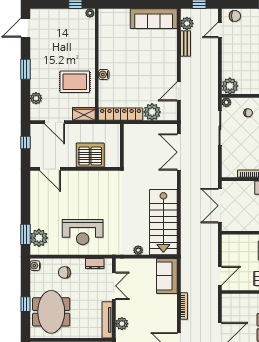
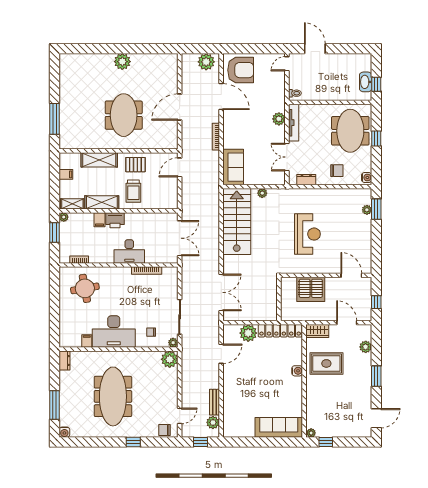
sofa: (154, 19) -> (279, 427), moved
reception desk: (83, 232) -> (307, 234), moved, turned 90
plant: (39, 238) -> (367, 210), width x0.53, depth x0.53

